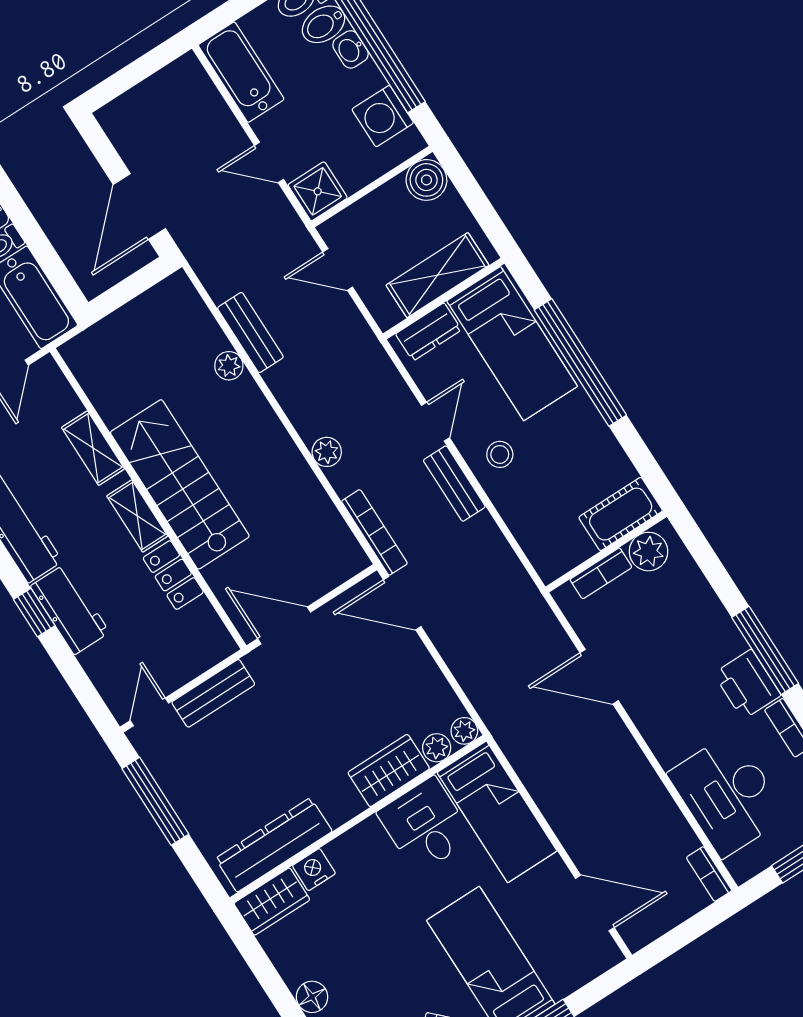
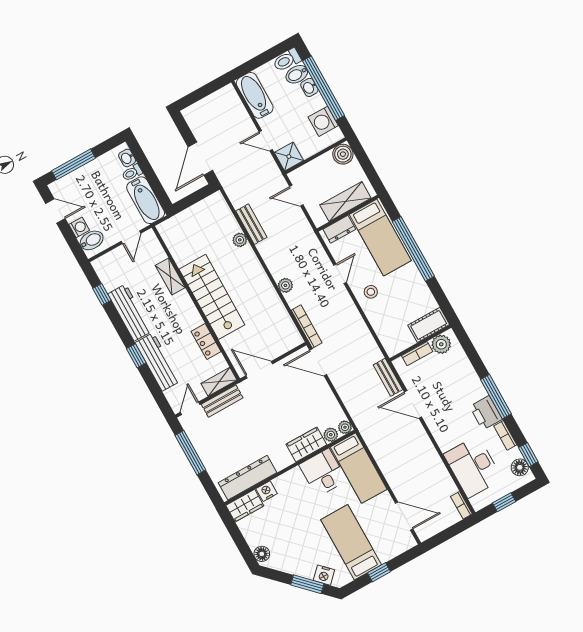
bench: (454, 484) -> (388, 377), moved
shelving: (137, 516) -> (219, 382), moved, turned 90
workbench: (70, 609) -> (158, 362), width x1.38

